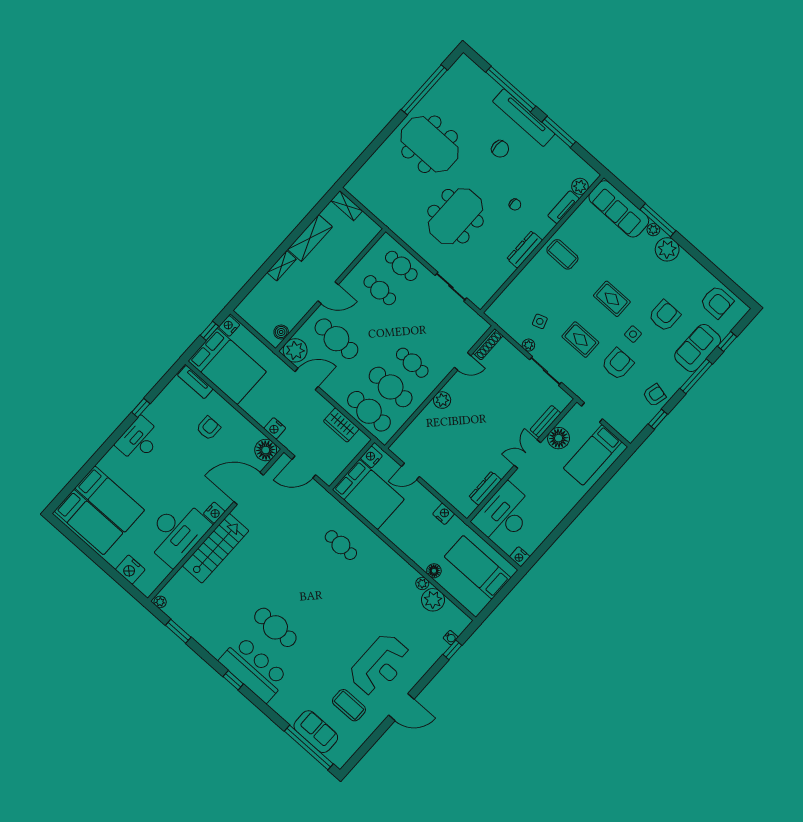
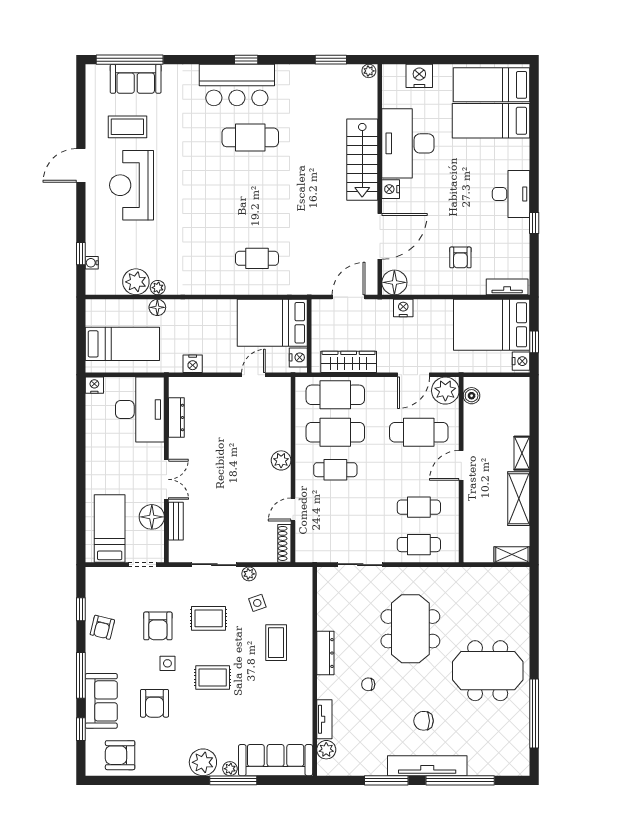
coffee table: (562, 254) -> (276, 643), moved, turned 90
wardrobe: (341, 425) -> (349, 362), width x1.50

